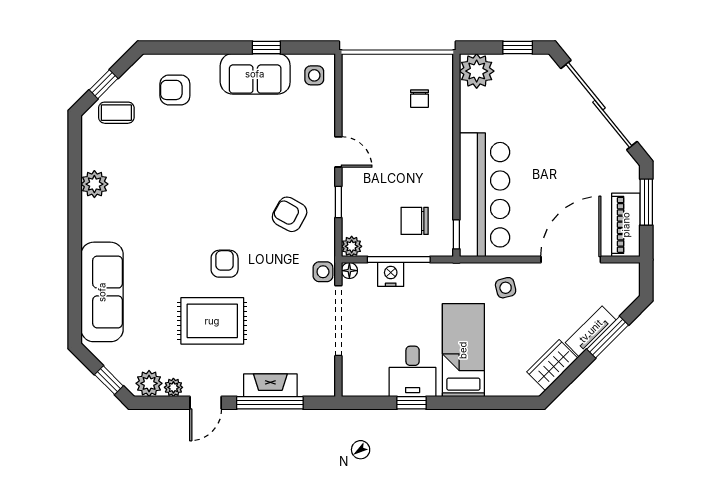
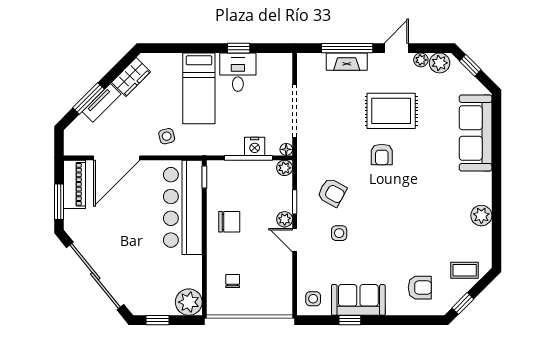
window: (104, 84) -> (463, 303), moved
plant: (352, 179) -> (285, 219), added
chair: (415, 221) -> (229, 222), moved
side table: (323, 272) -> (339, 233), moved

